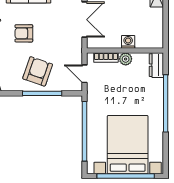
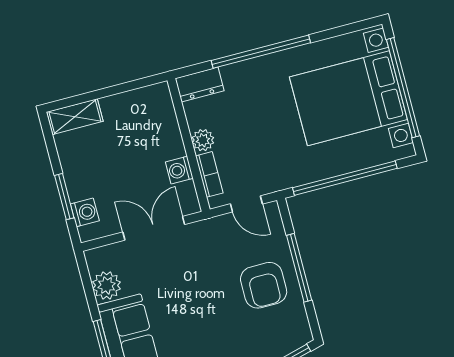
armchair: (24, 33) -> (205, 326), removed
washing machine: (128, 42) -> (179, 170), moved
armchair: (38, 71) -> (264, 285), turned -109
door: (85, 74) -> (246, 204), hinge flipped

